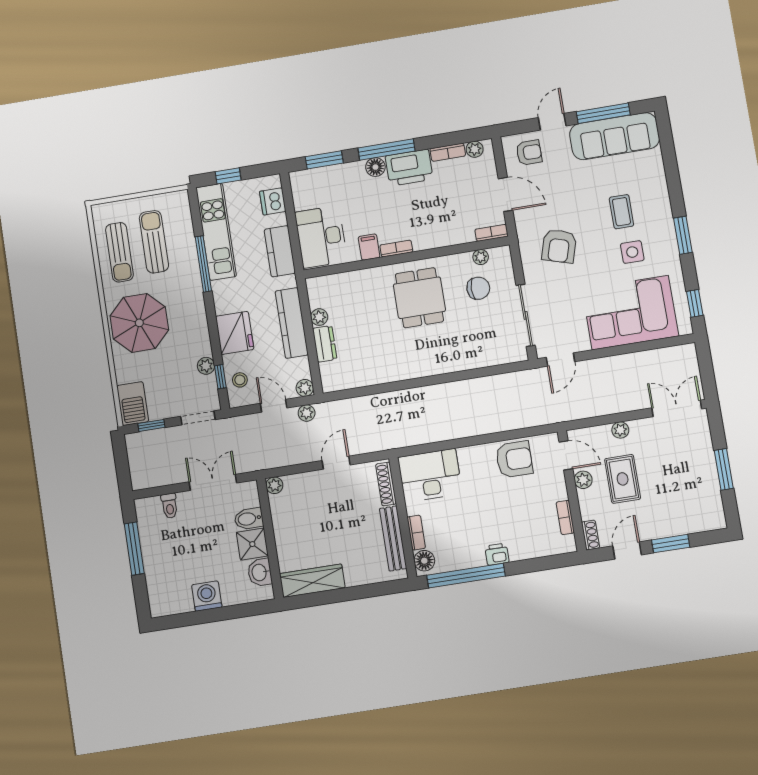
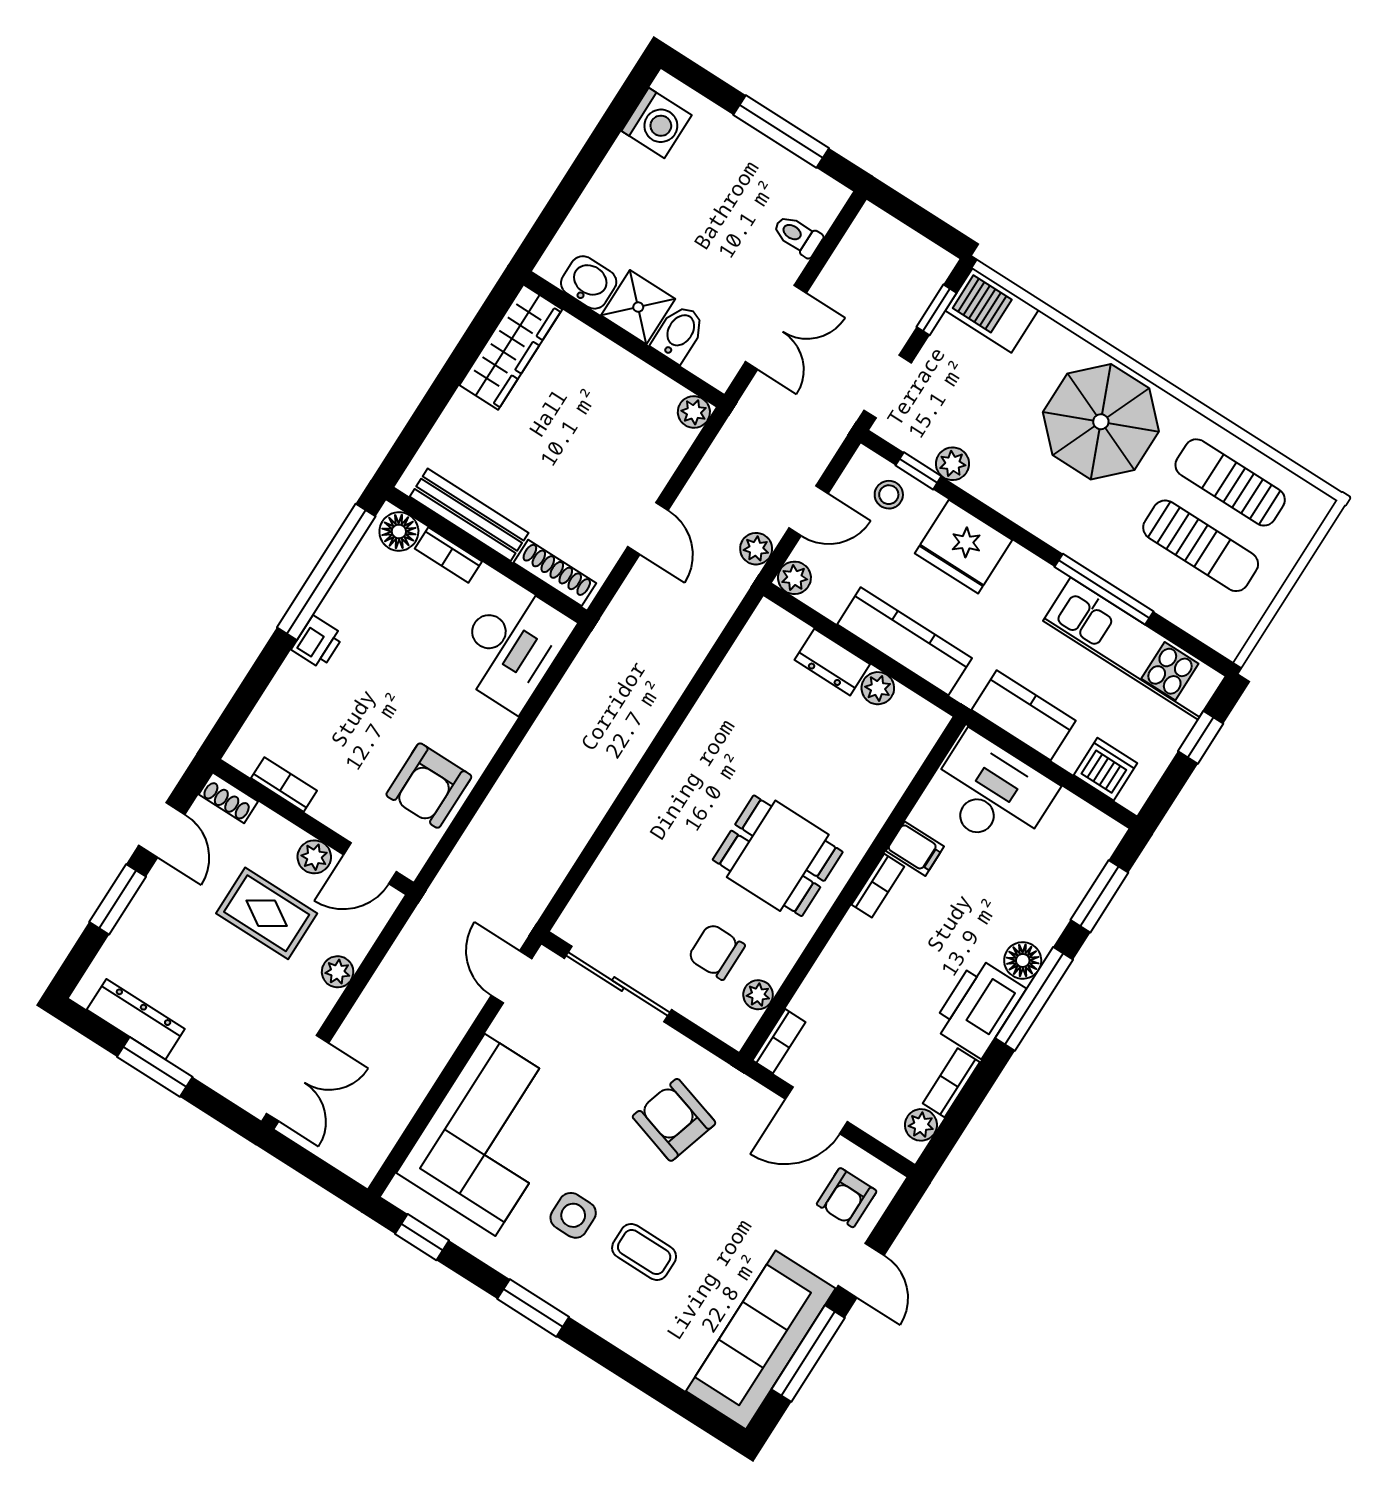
chair: (478, 288) -> (716, 952), turned 90
dresser: (712, 494) -> (136, 1019), added
washing machine: (207, 596) -> (657, 123), moved

